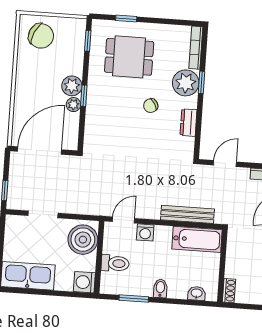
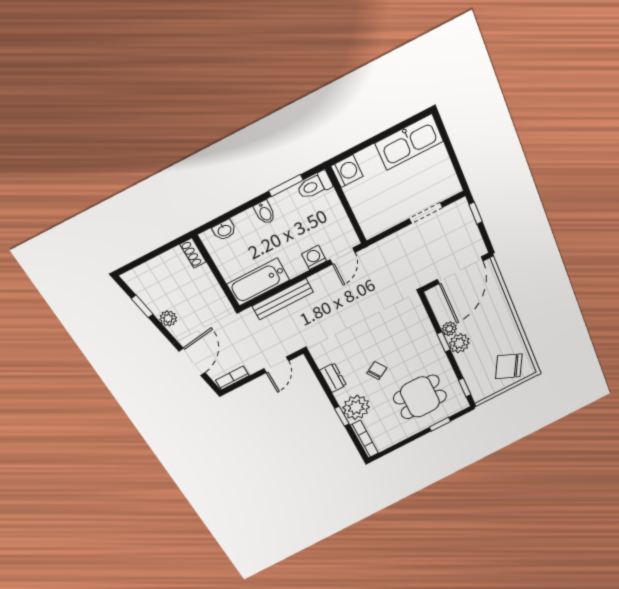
boiler: (83, 240) -> (373, 213), removed
toilet: (115, 263) -> (315, 185), moved

